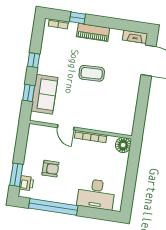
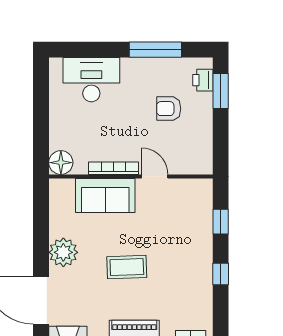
plant: (130, 89) -> (63, 252), added
sofa: (44, 94) -> (105, 196), moved, turned -90
window: (53, 207) -> (155, 50), width x0.68

